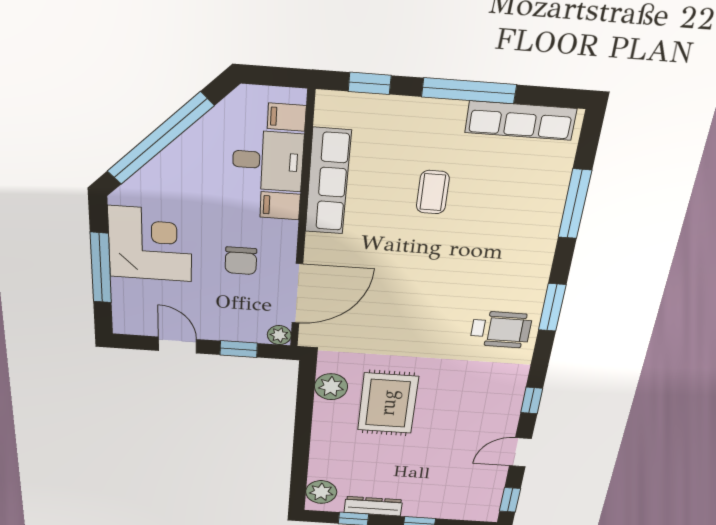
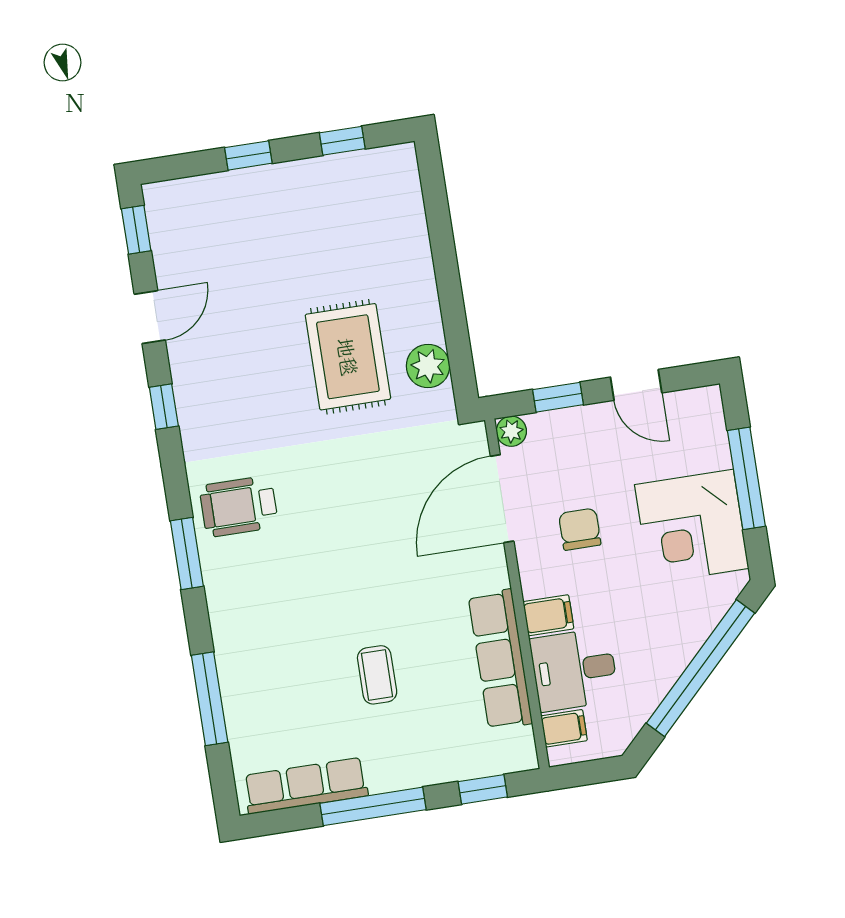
plant: (321, 492) -> (399, 180), removed
dresser: (373, 506) -> (321, 172), removed

